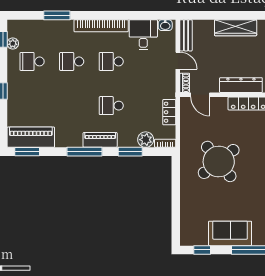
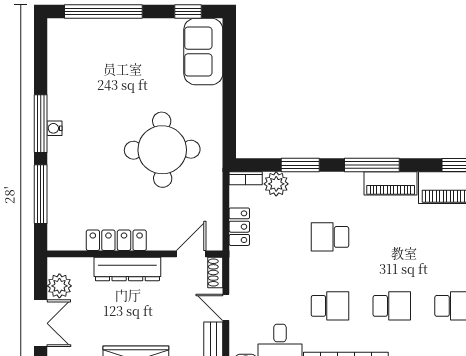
door: (200, 95) -> (191, 254), hinge flipped
school desk: (111, 106) -> (330, 237), turned 180
piano: (100, 140) -> (391, 183), moved
round table: (219, 161) -> (162, 150), turned 37
sofa: (230, 233) -> (203, 52), moved, turned 90

